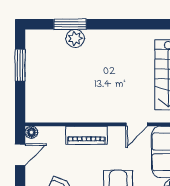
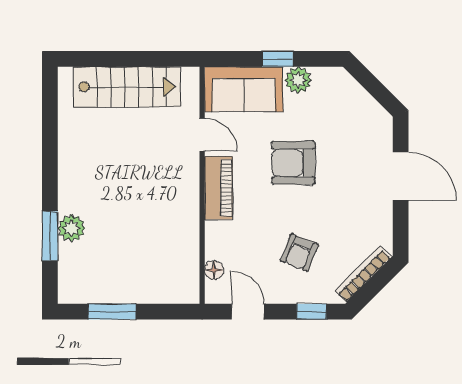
floor lamp: (31, 132) -> (214, 270), moved
piano: (86, 135) -> (219, 188), moved

